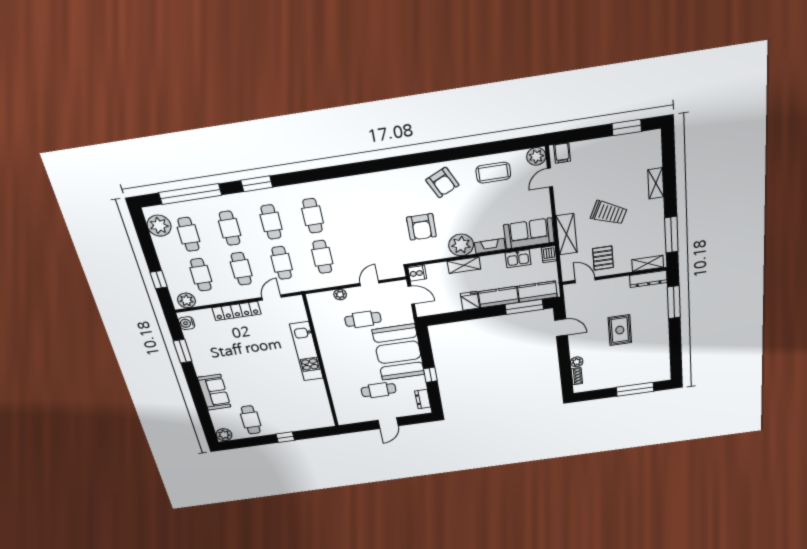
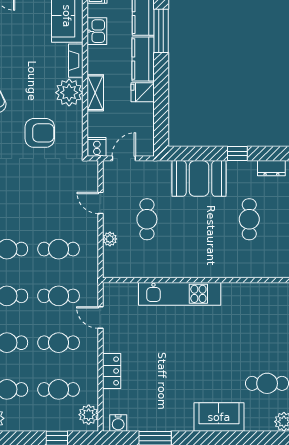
locker: (237, 311) -> (112, 371), width x0.66
booth: (398, 352) -> (199, 178), width x0.73, depth x0.70

